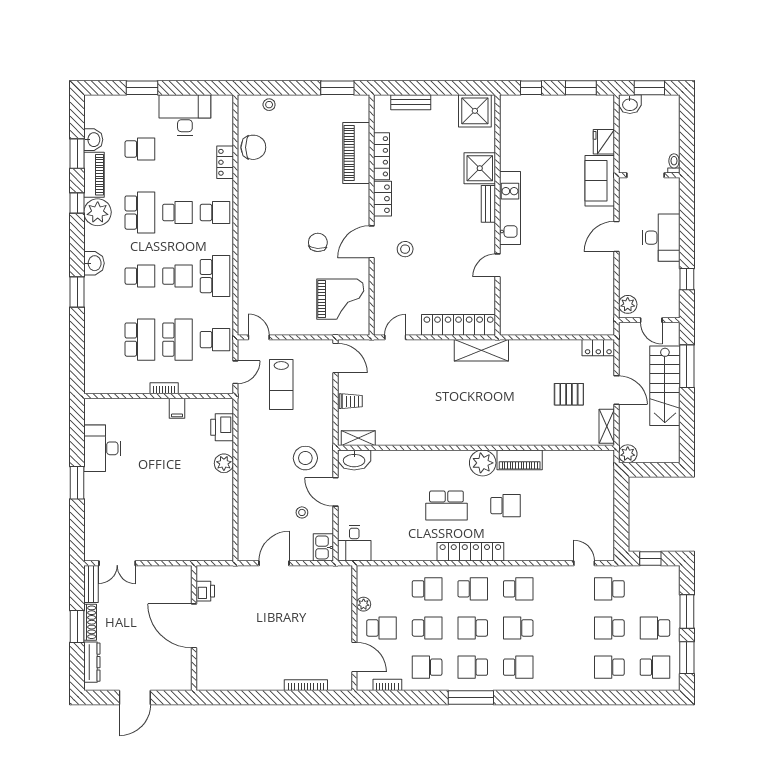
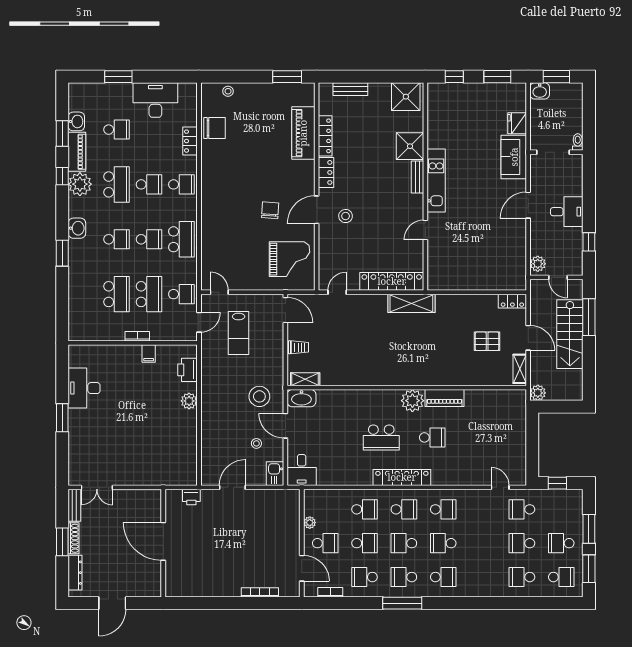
desk: (661, 238) -> (567, 212), width x0.73
printer: (205, 591) -> (191, 497), moved, turned 90

